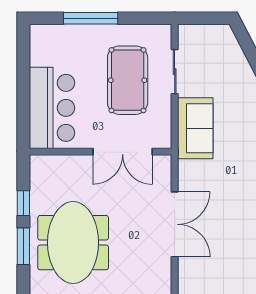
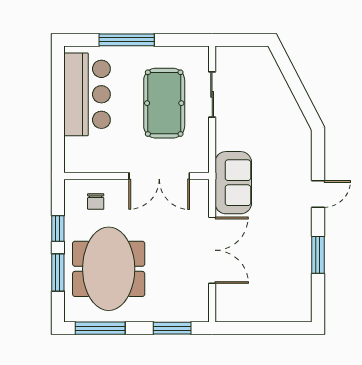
bar counter: (52, 108) -> (87, 94), moved
sofa: (195, 128) -> (233, 183), moved
chair: (60, 177) -> (96, 201), added

